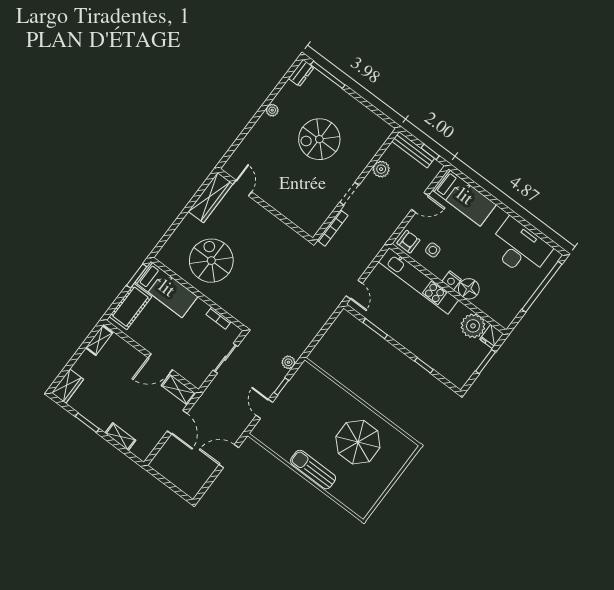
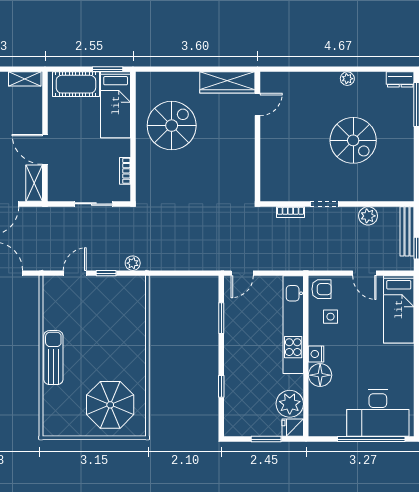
spiral stairs: (319, 139) -> (353, 140), turned 180
bookcase: (333, 228) -> (290, 212), width x0.64
desk: (519, 248) -> (378, 413), moved, turned 90
parasol: (358, 442) -> (110, 405), moved

